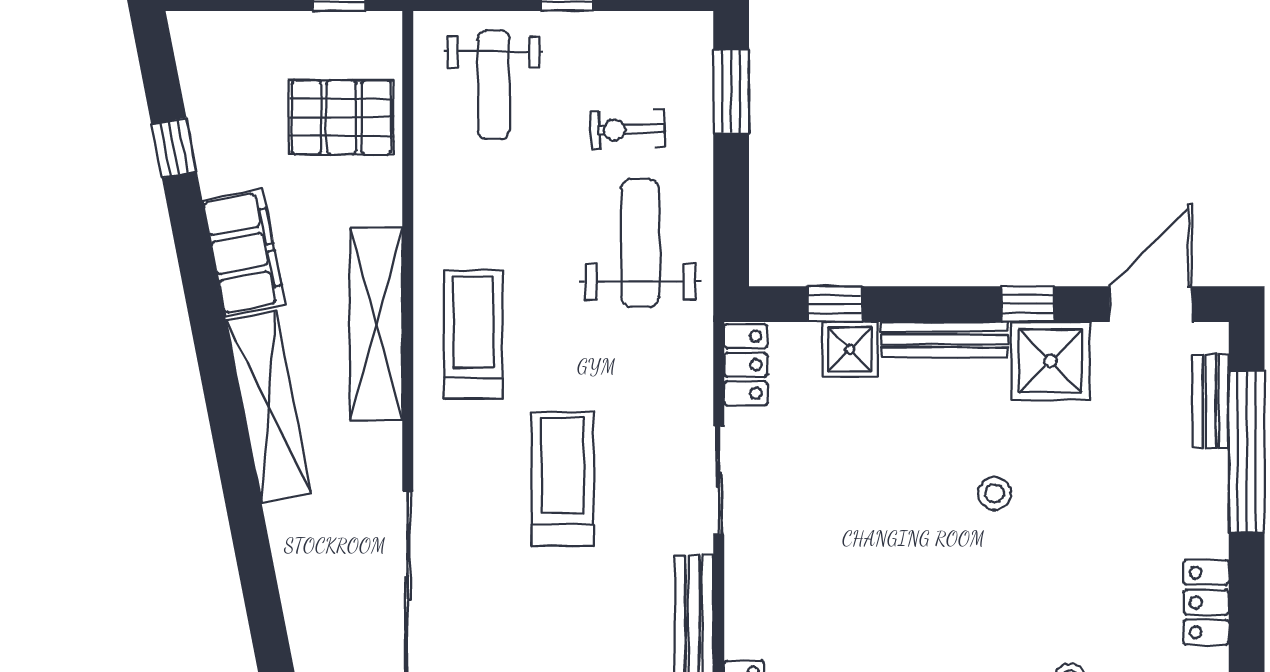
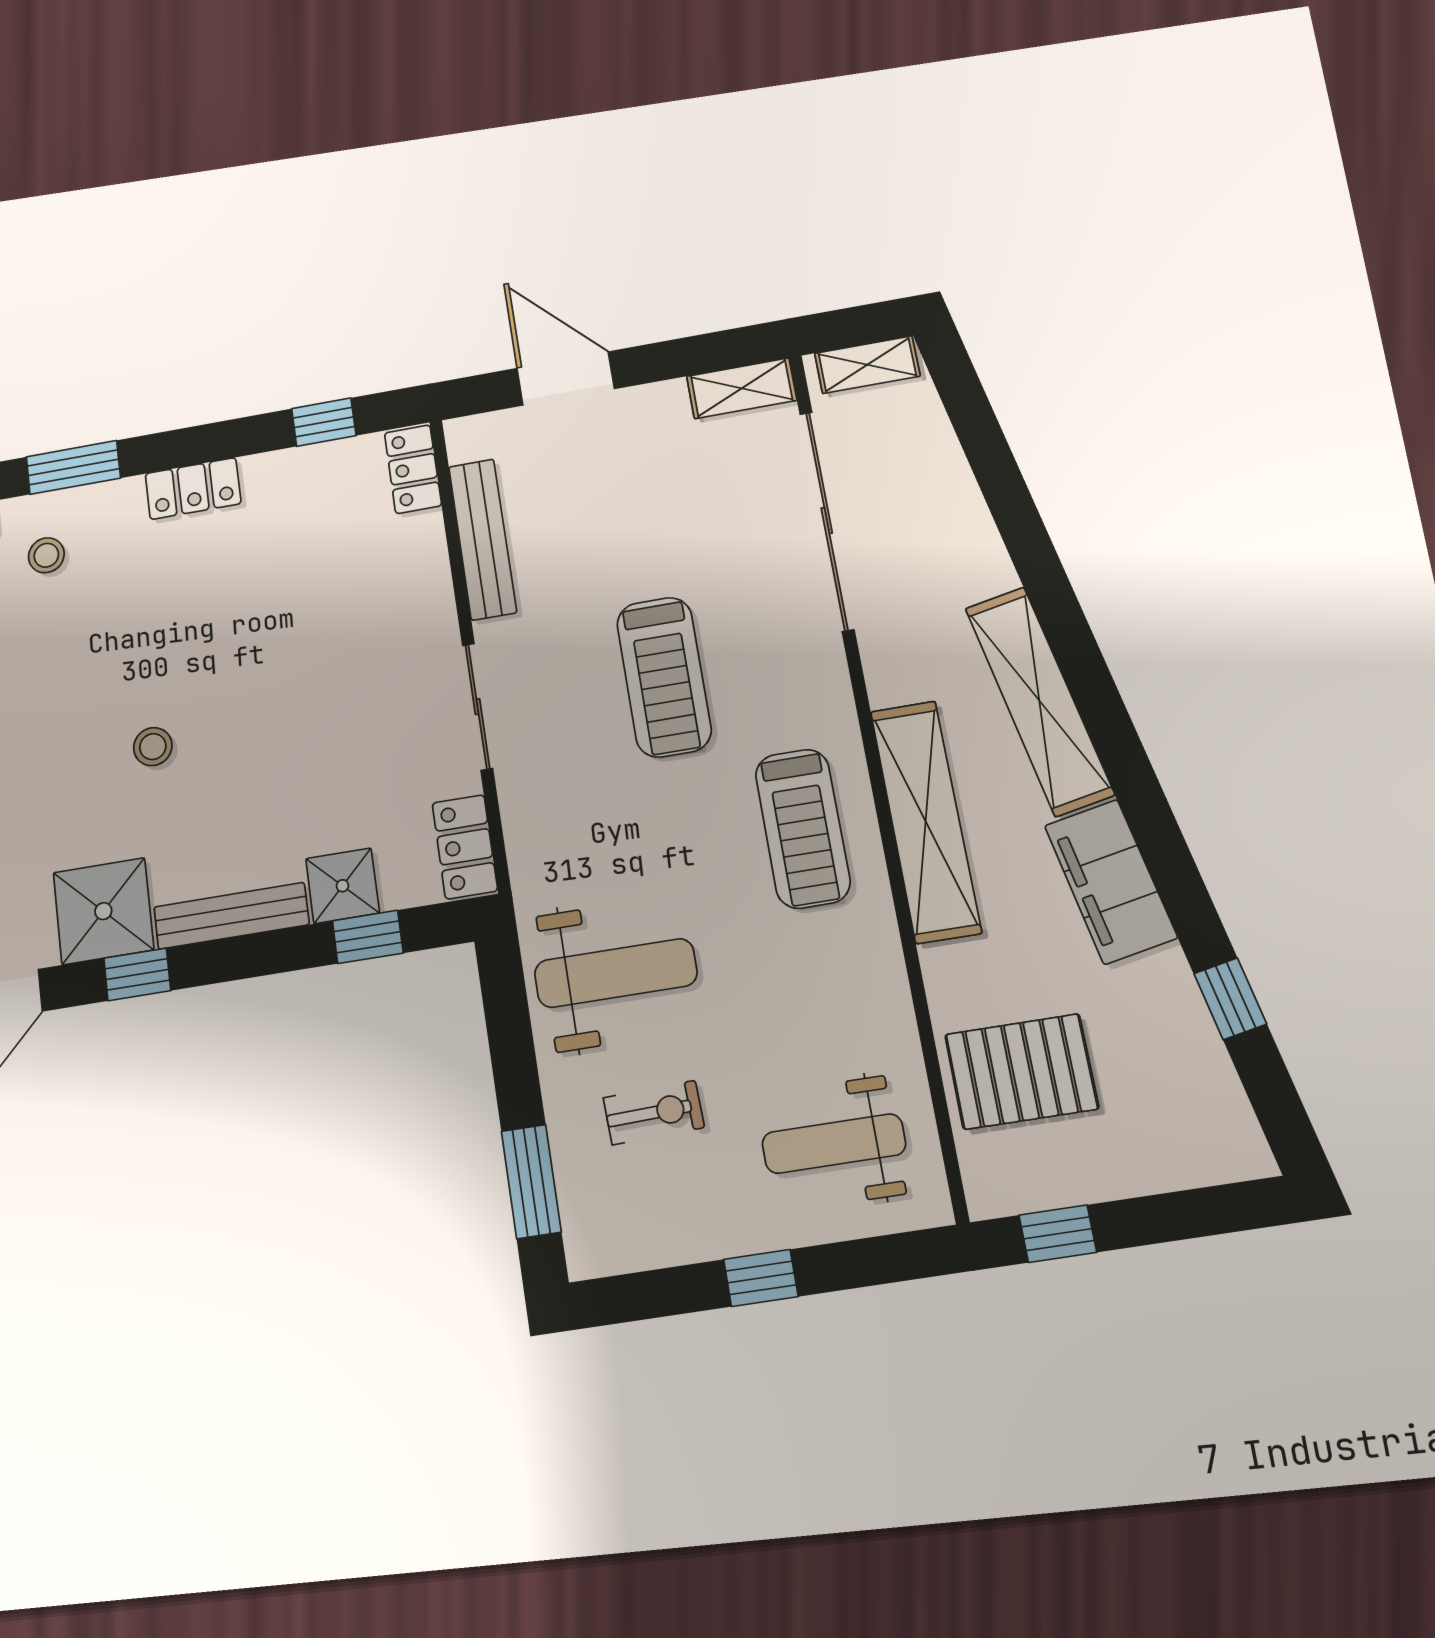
weight bench: (494, 85) -> (834, 1144), turned -90
weight bench: (640, 243) -> (616, 973), turned -90

